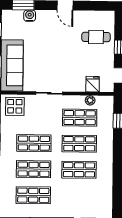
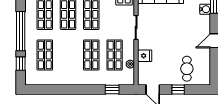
fridge: (93, 84) -> (145, 56), moved
shop shelf: (79, 170) -> (45, 55), moved

